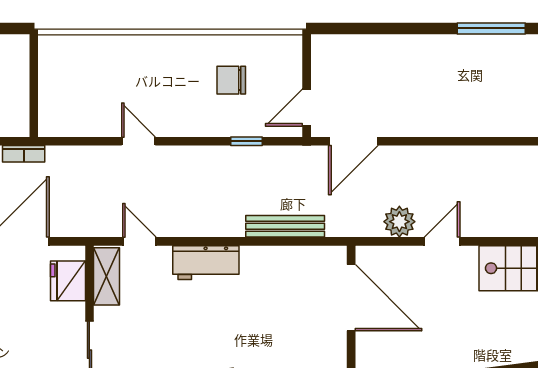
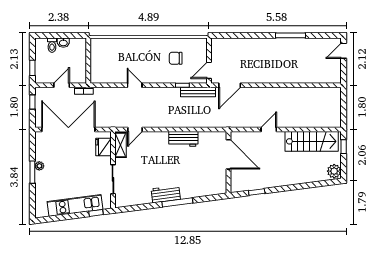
plant: (399, 222) -> (250, 121), removed
bench: (285, 226) -> (198, 92), moved
door: (139, 241) -> (135, 130), swing flipped
workbench: (206, 263) -> (183, 139), moved

